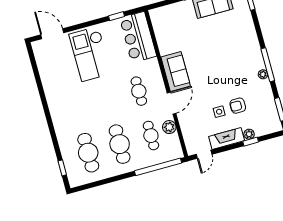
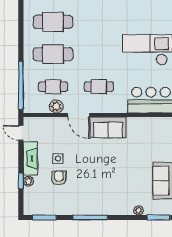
plant: (263, 74) -> (139, 210), moved

